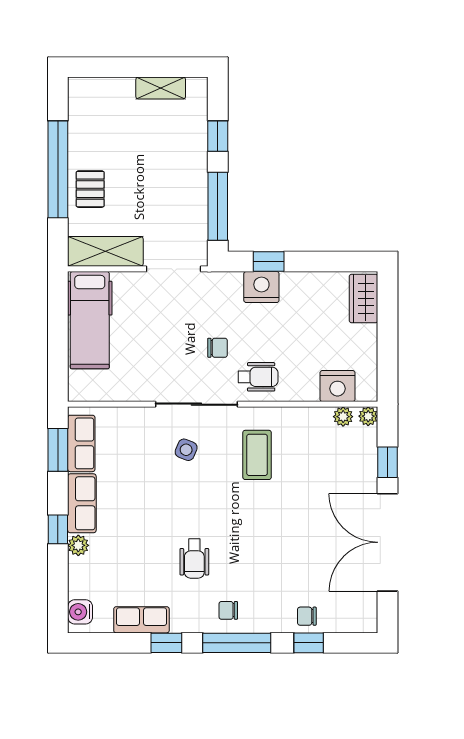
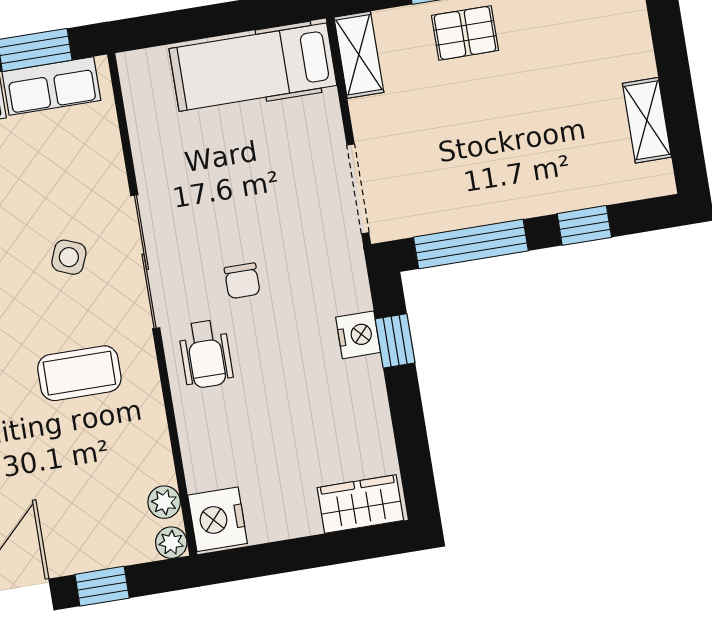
shelving: (105, 251) -> (359, 55), width x0.67, depth x0.75
nightstand: (261, 287) -> (358, 335), width x0.74, depth x0.75
nightstand: (338, 386) -> (218, 519), moved

